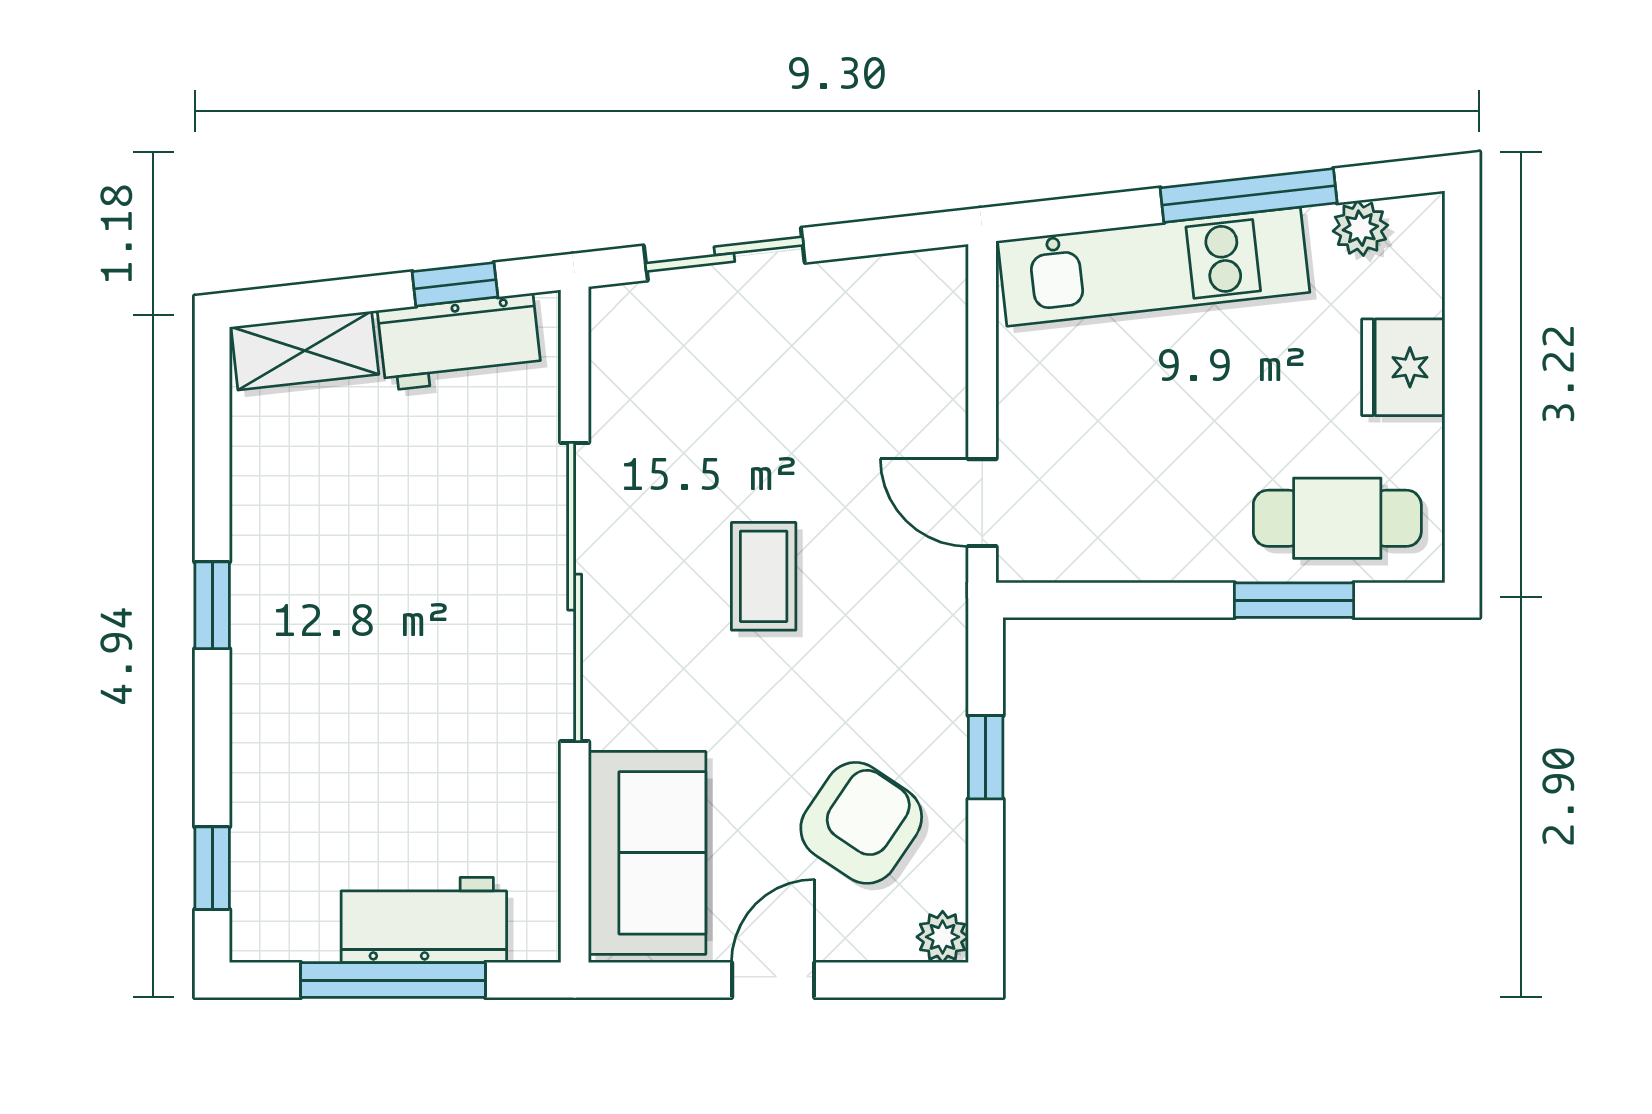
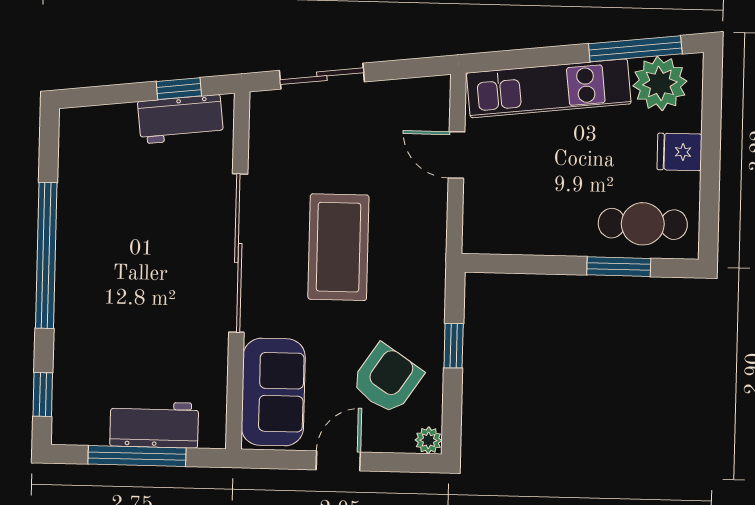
window: (1249, 195) -> (635, 49), moved
plant: (1360, 228) -> (660, 83), width x1.87, depth x1.87
shelving: (305, 351) -> (99, 122), removed
fridge: (1403, 367) -> (679, 152), width x0.72
door: (982, 503) -> (456, 155), moved
coffee table: (764, 576) -> (338, 247), width x1.86, depth x1.72
window: (212, 605) -> (46, 255), width x3.17

